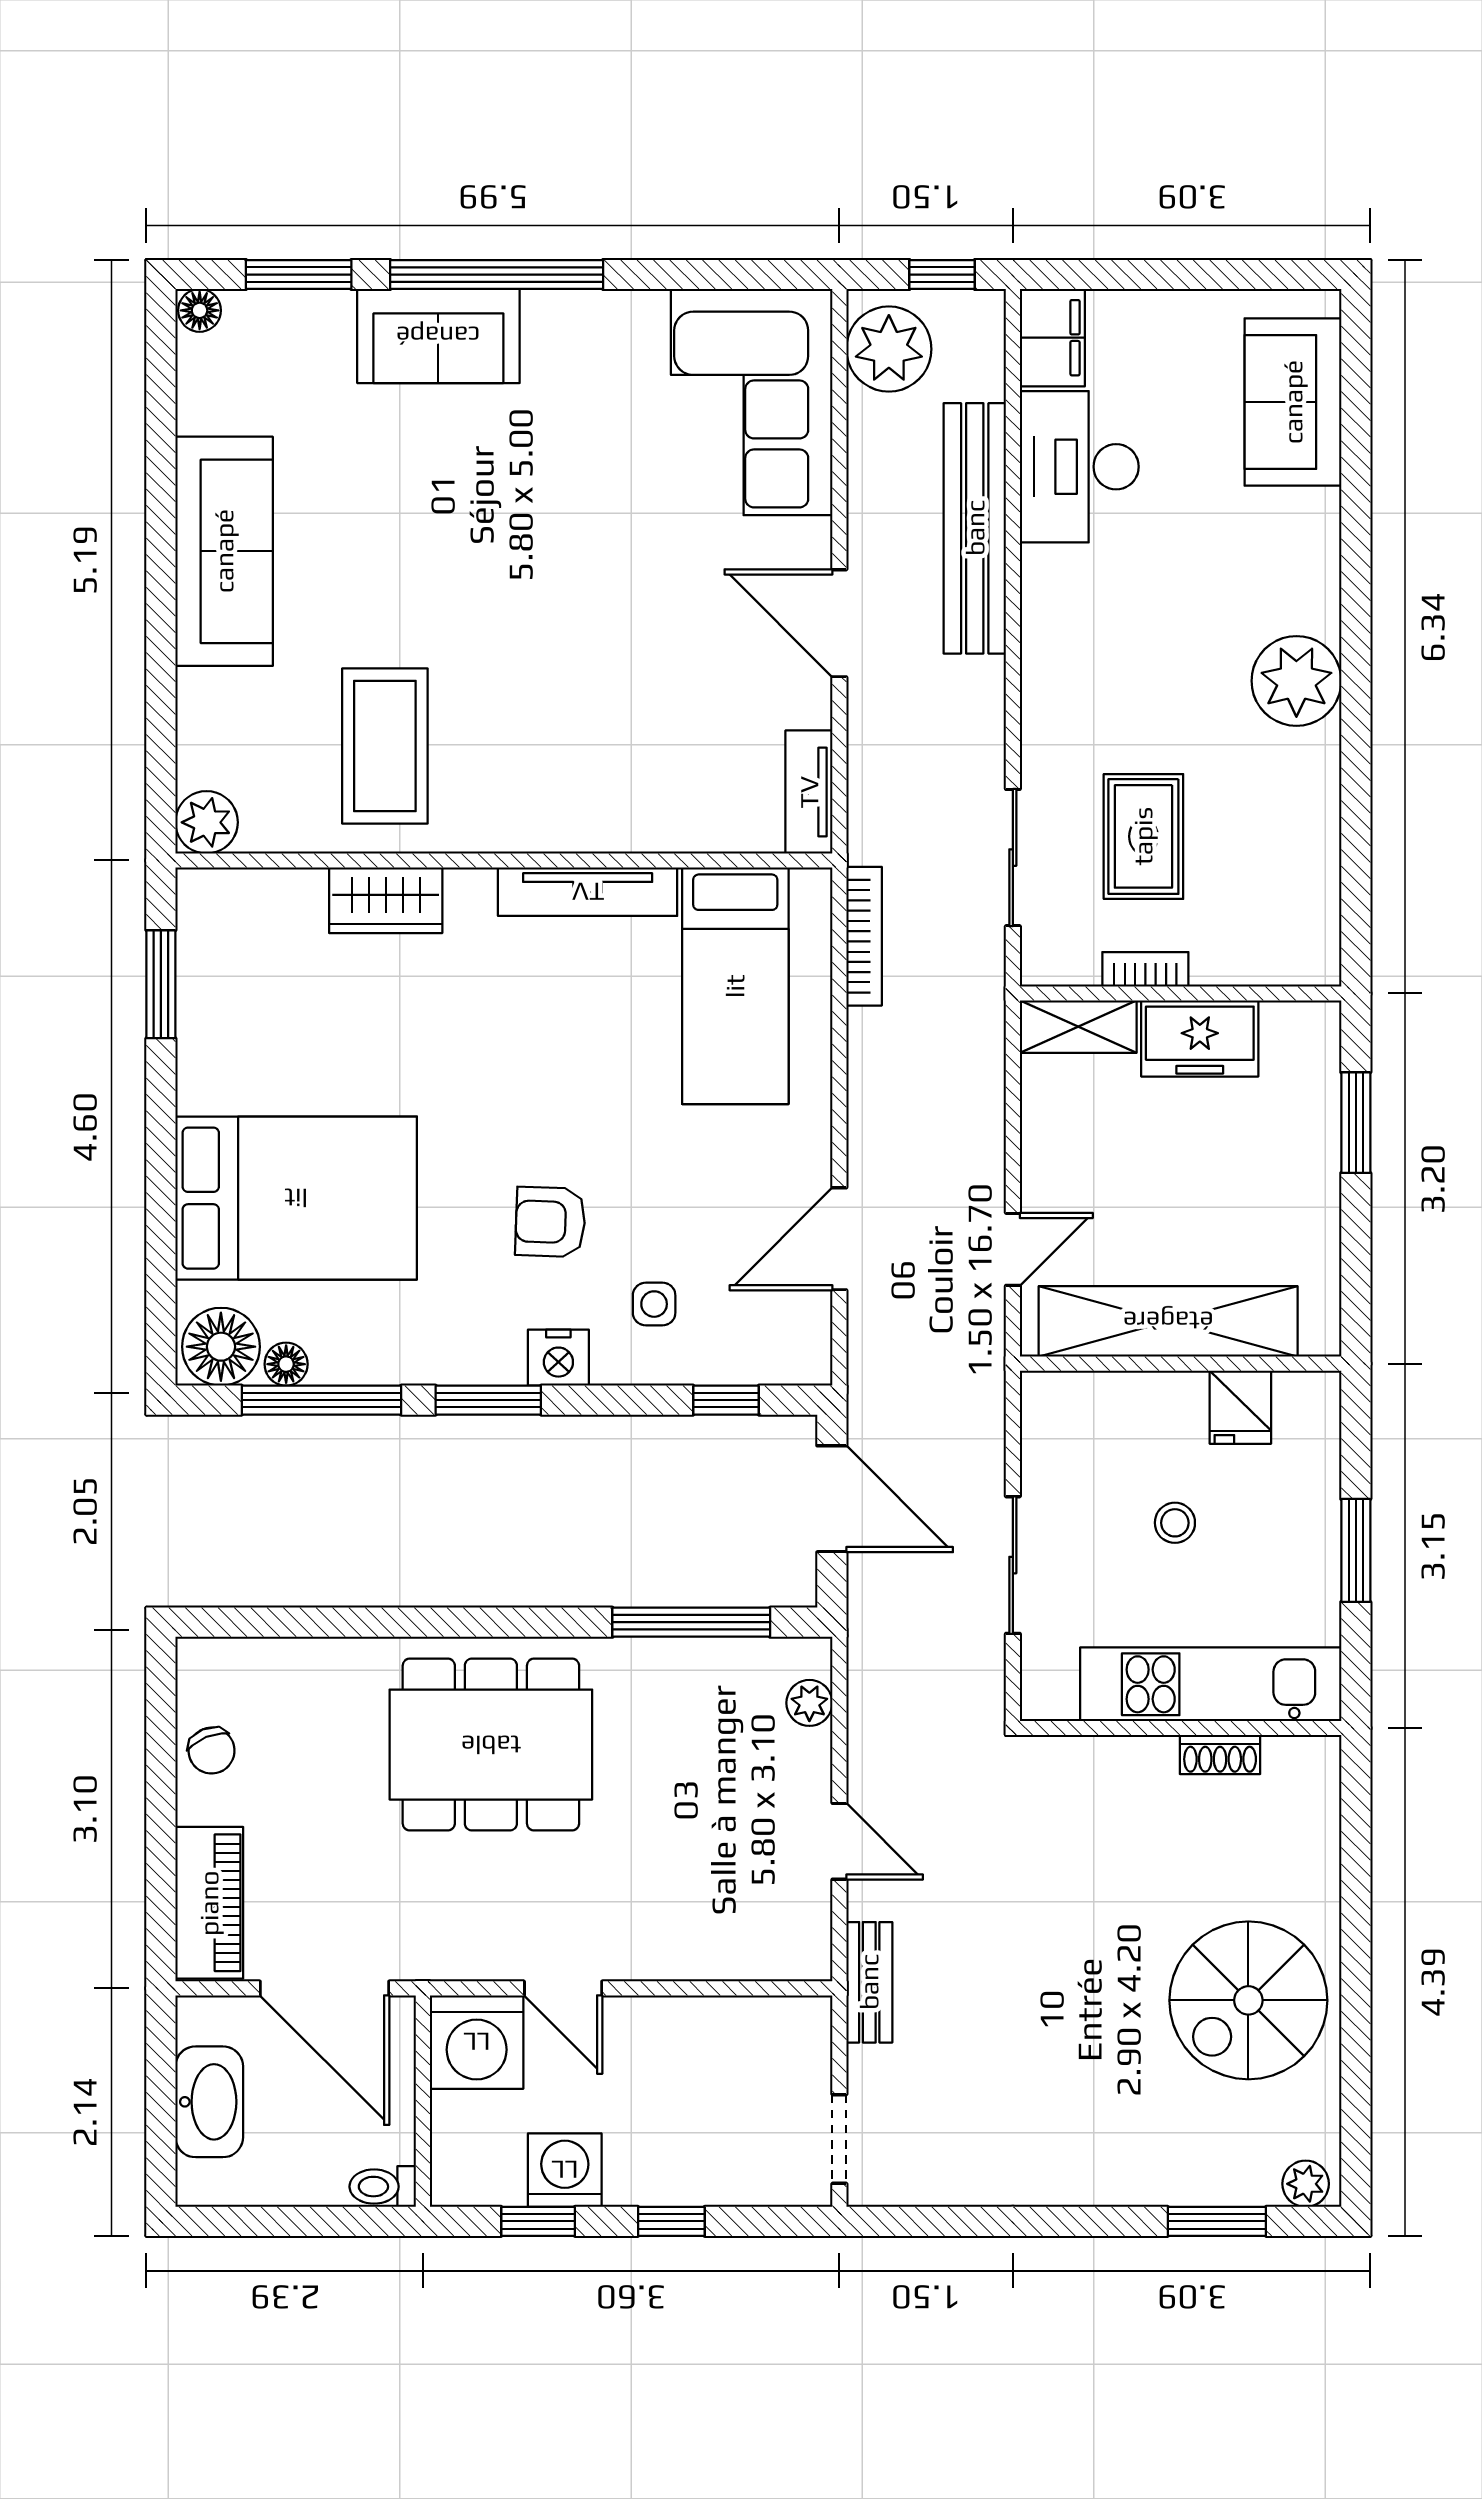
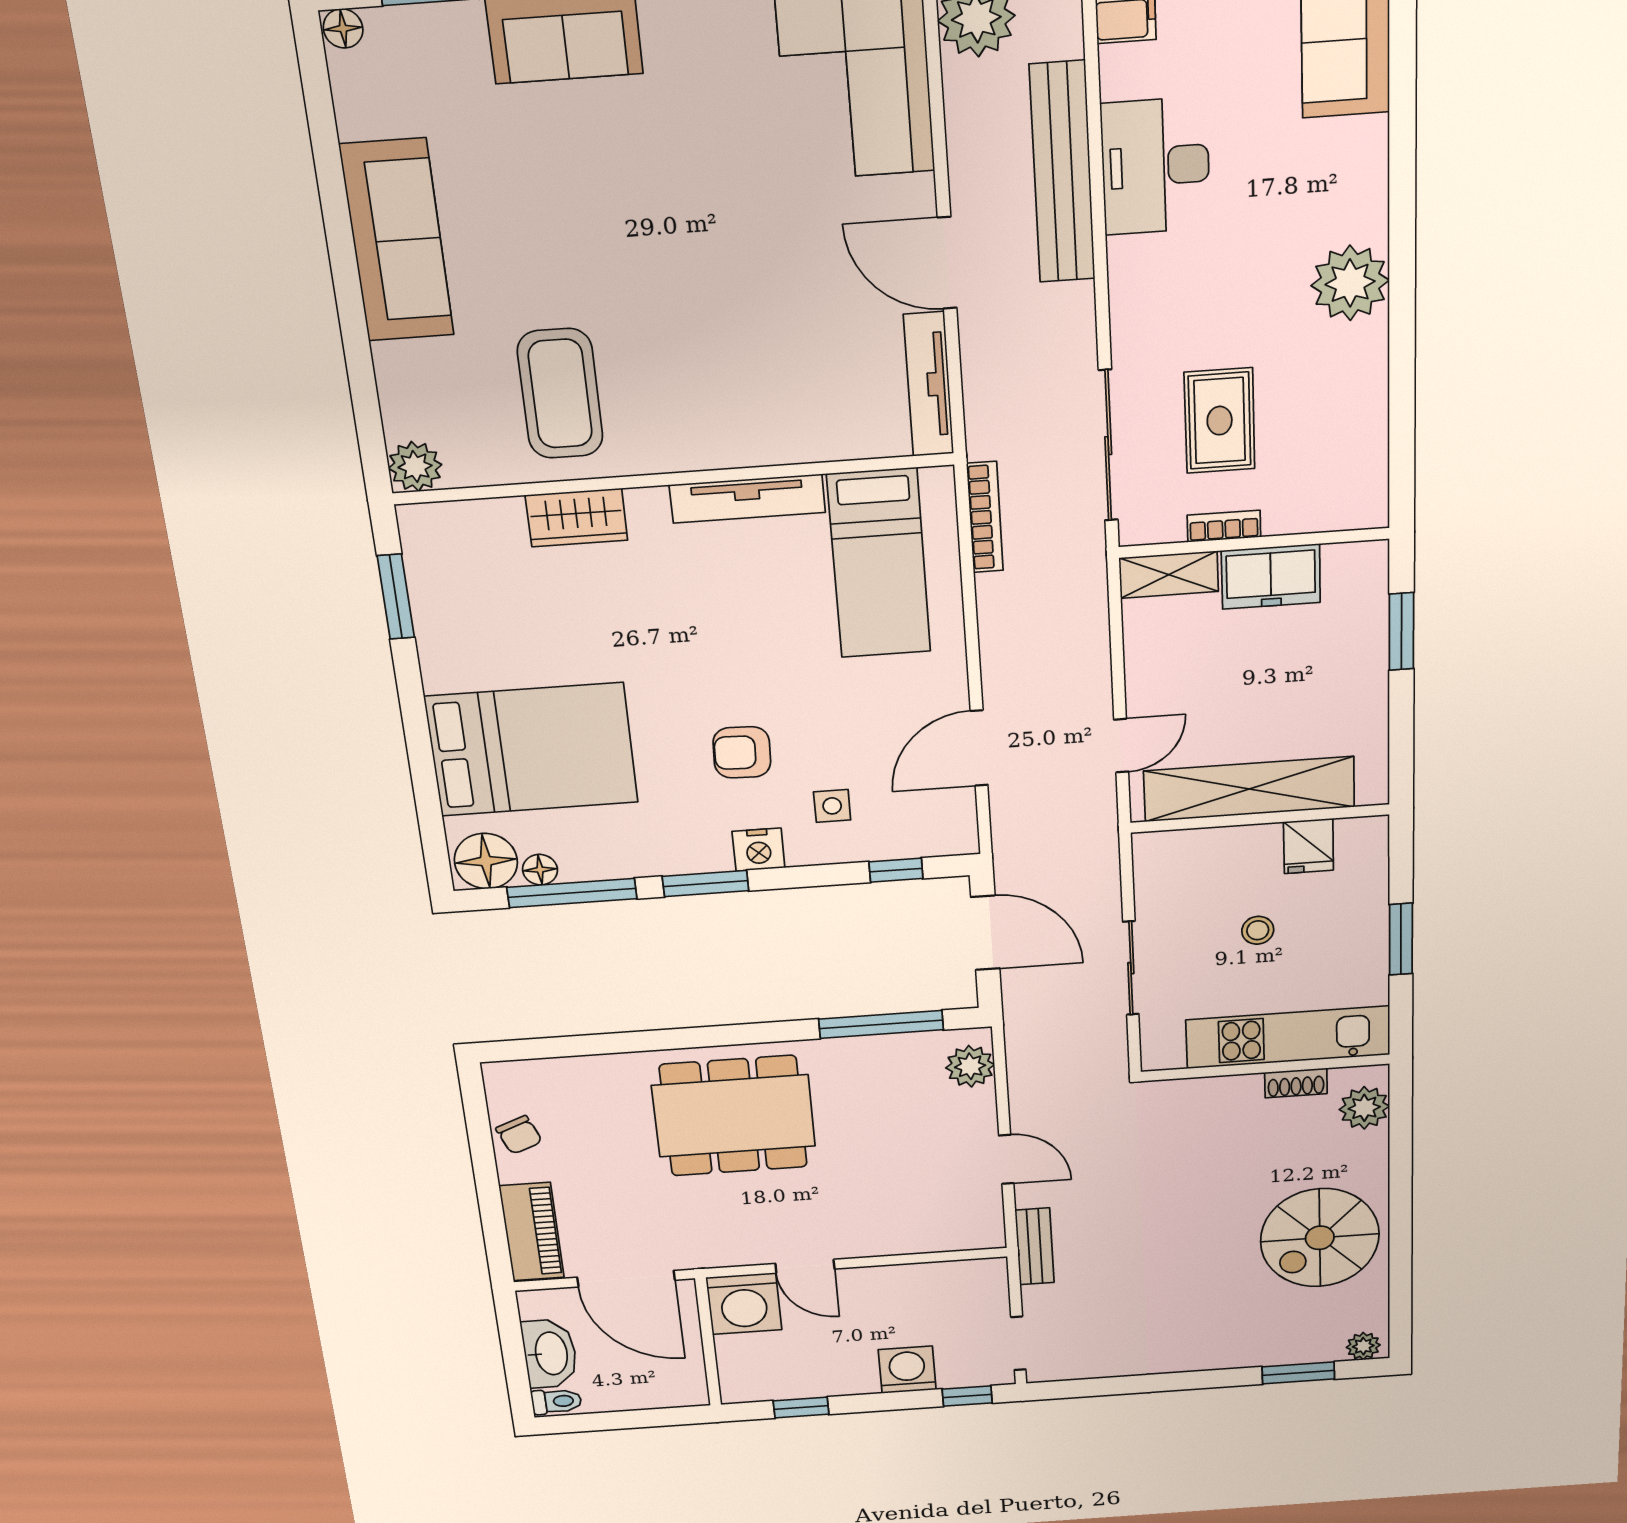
desk: (1079, 467) -> (1156, 166), moved
tv unit: (809, 792) -> (929, 384), width x1.41
sliding door: (1013, 858) -> (1108, 446), width x1.37
plant: (809, 1703) -> (970, 1066), width x1.38, depth x1.38
plant: (1308, 1800) -> (1364, 1108), added
washing machine: (565, 2170) -> (907, 1370), moved
toilet: (383, 2187) -> (557, 1401), moved, turned 180
window: (671, 2221) -> (967, 1396), moved

